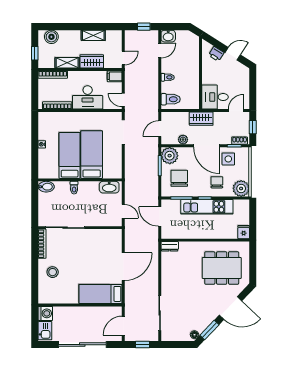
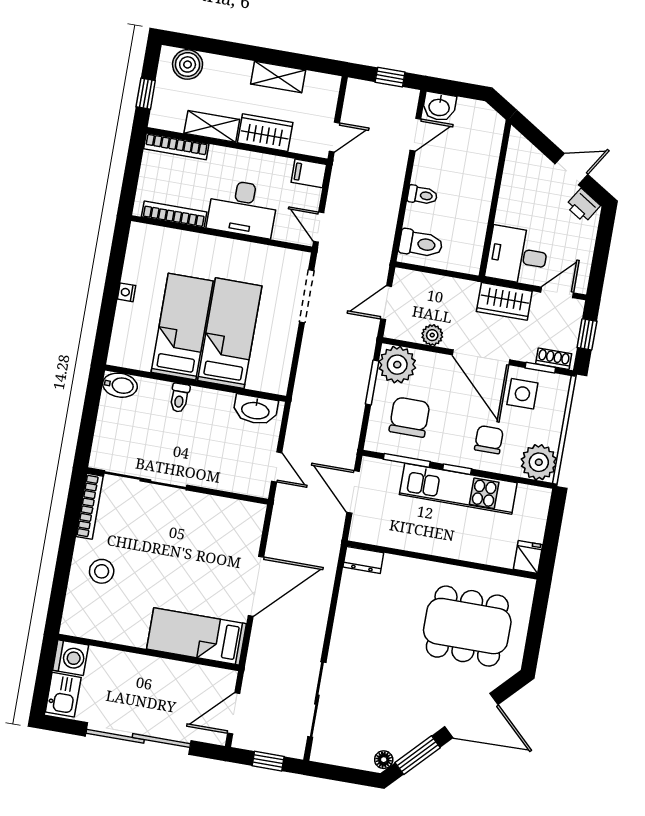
printer: (216, 54) -> (583, 206), moved
wardrobe: (201, 119) -> (504, 301), moved

